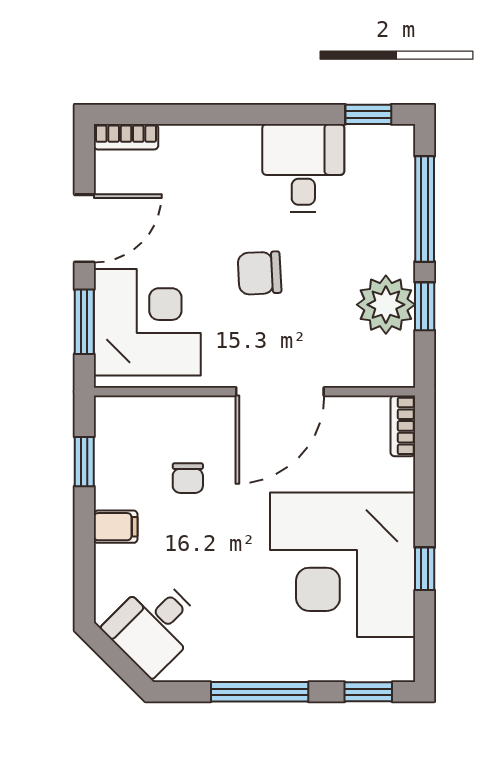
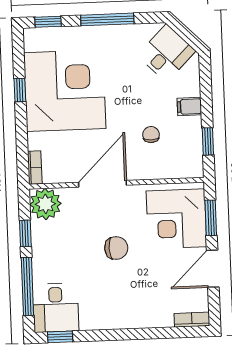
desk: (303, 168) -> (56, 308), moved
plant: (386, 305) -> (45, 204), moved

